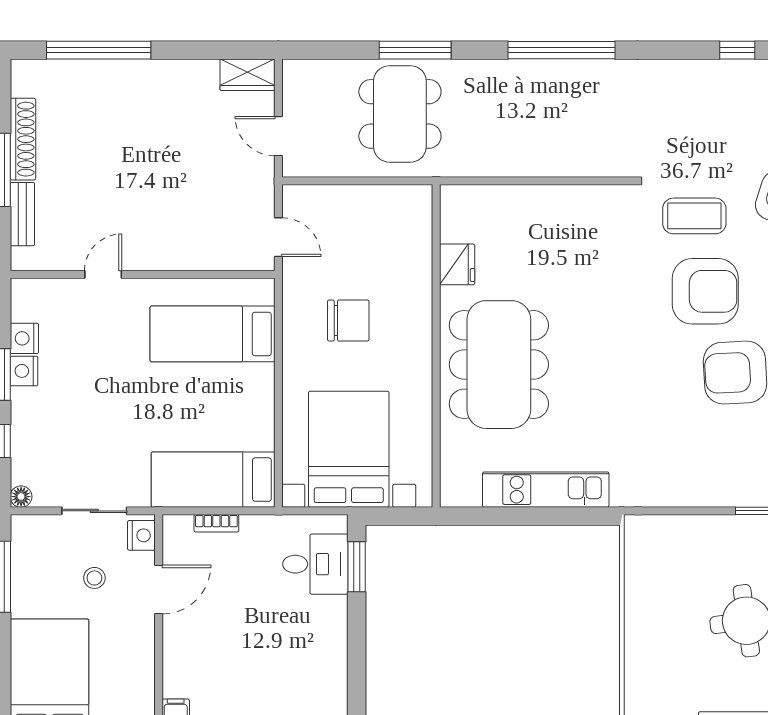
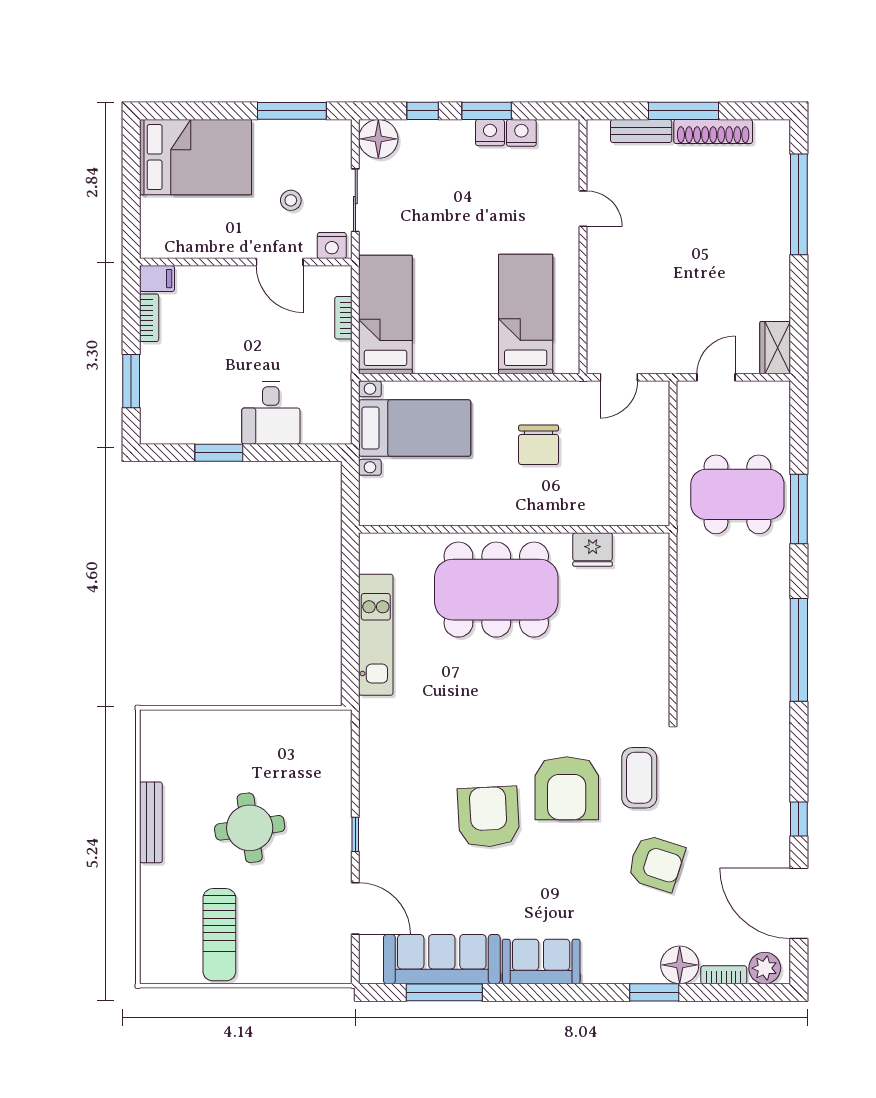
bed with nightstands: (349, 449) -> (415, 428), width x0.73
floor lamp: (21, 497) -> (378, 139), width x1.89, depth x1.89
desk: (315, 564) -> (271, 413), moved
window: (357, 567) -> (219, 453), moved

